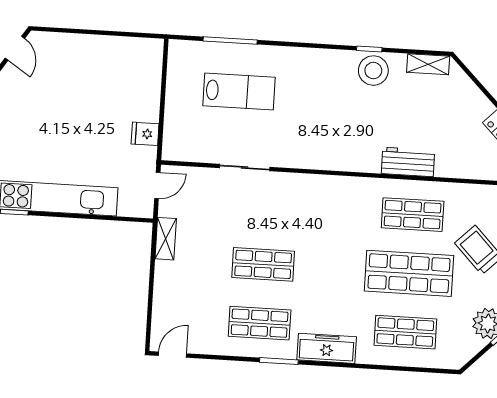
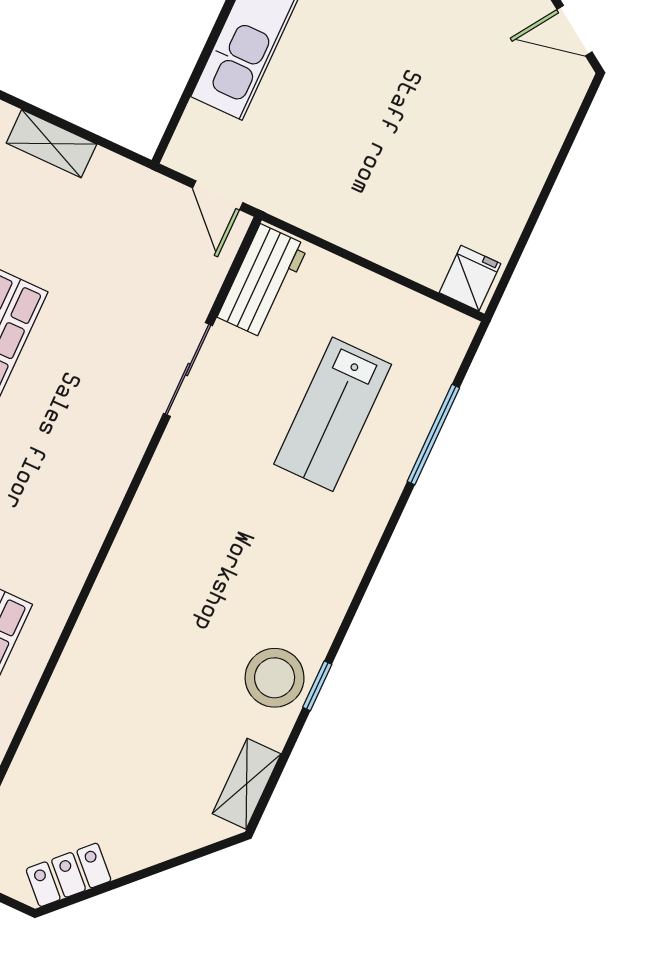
fridge: (145, 134) -> (470, 278), moved
workbench: (408, 162) -> (263, 281), moved
shelving: (166, 239) -> (51, 144), moved

